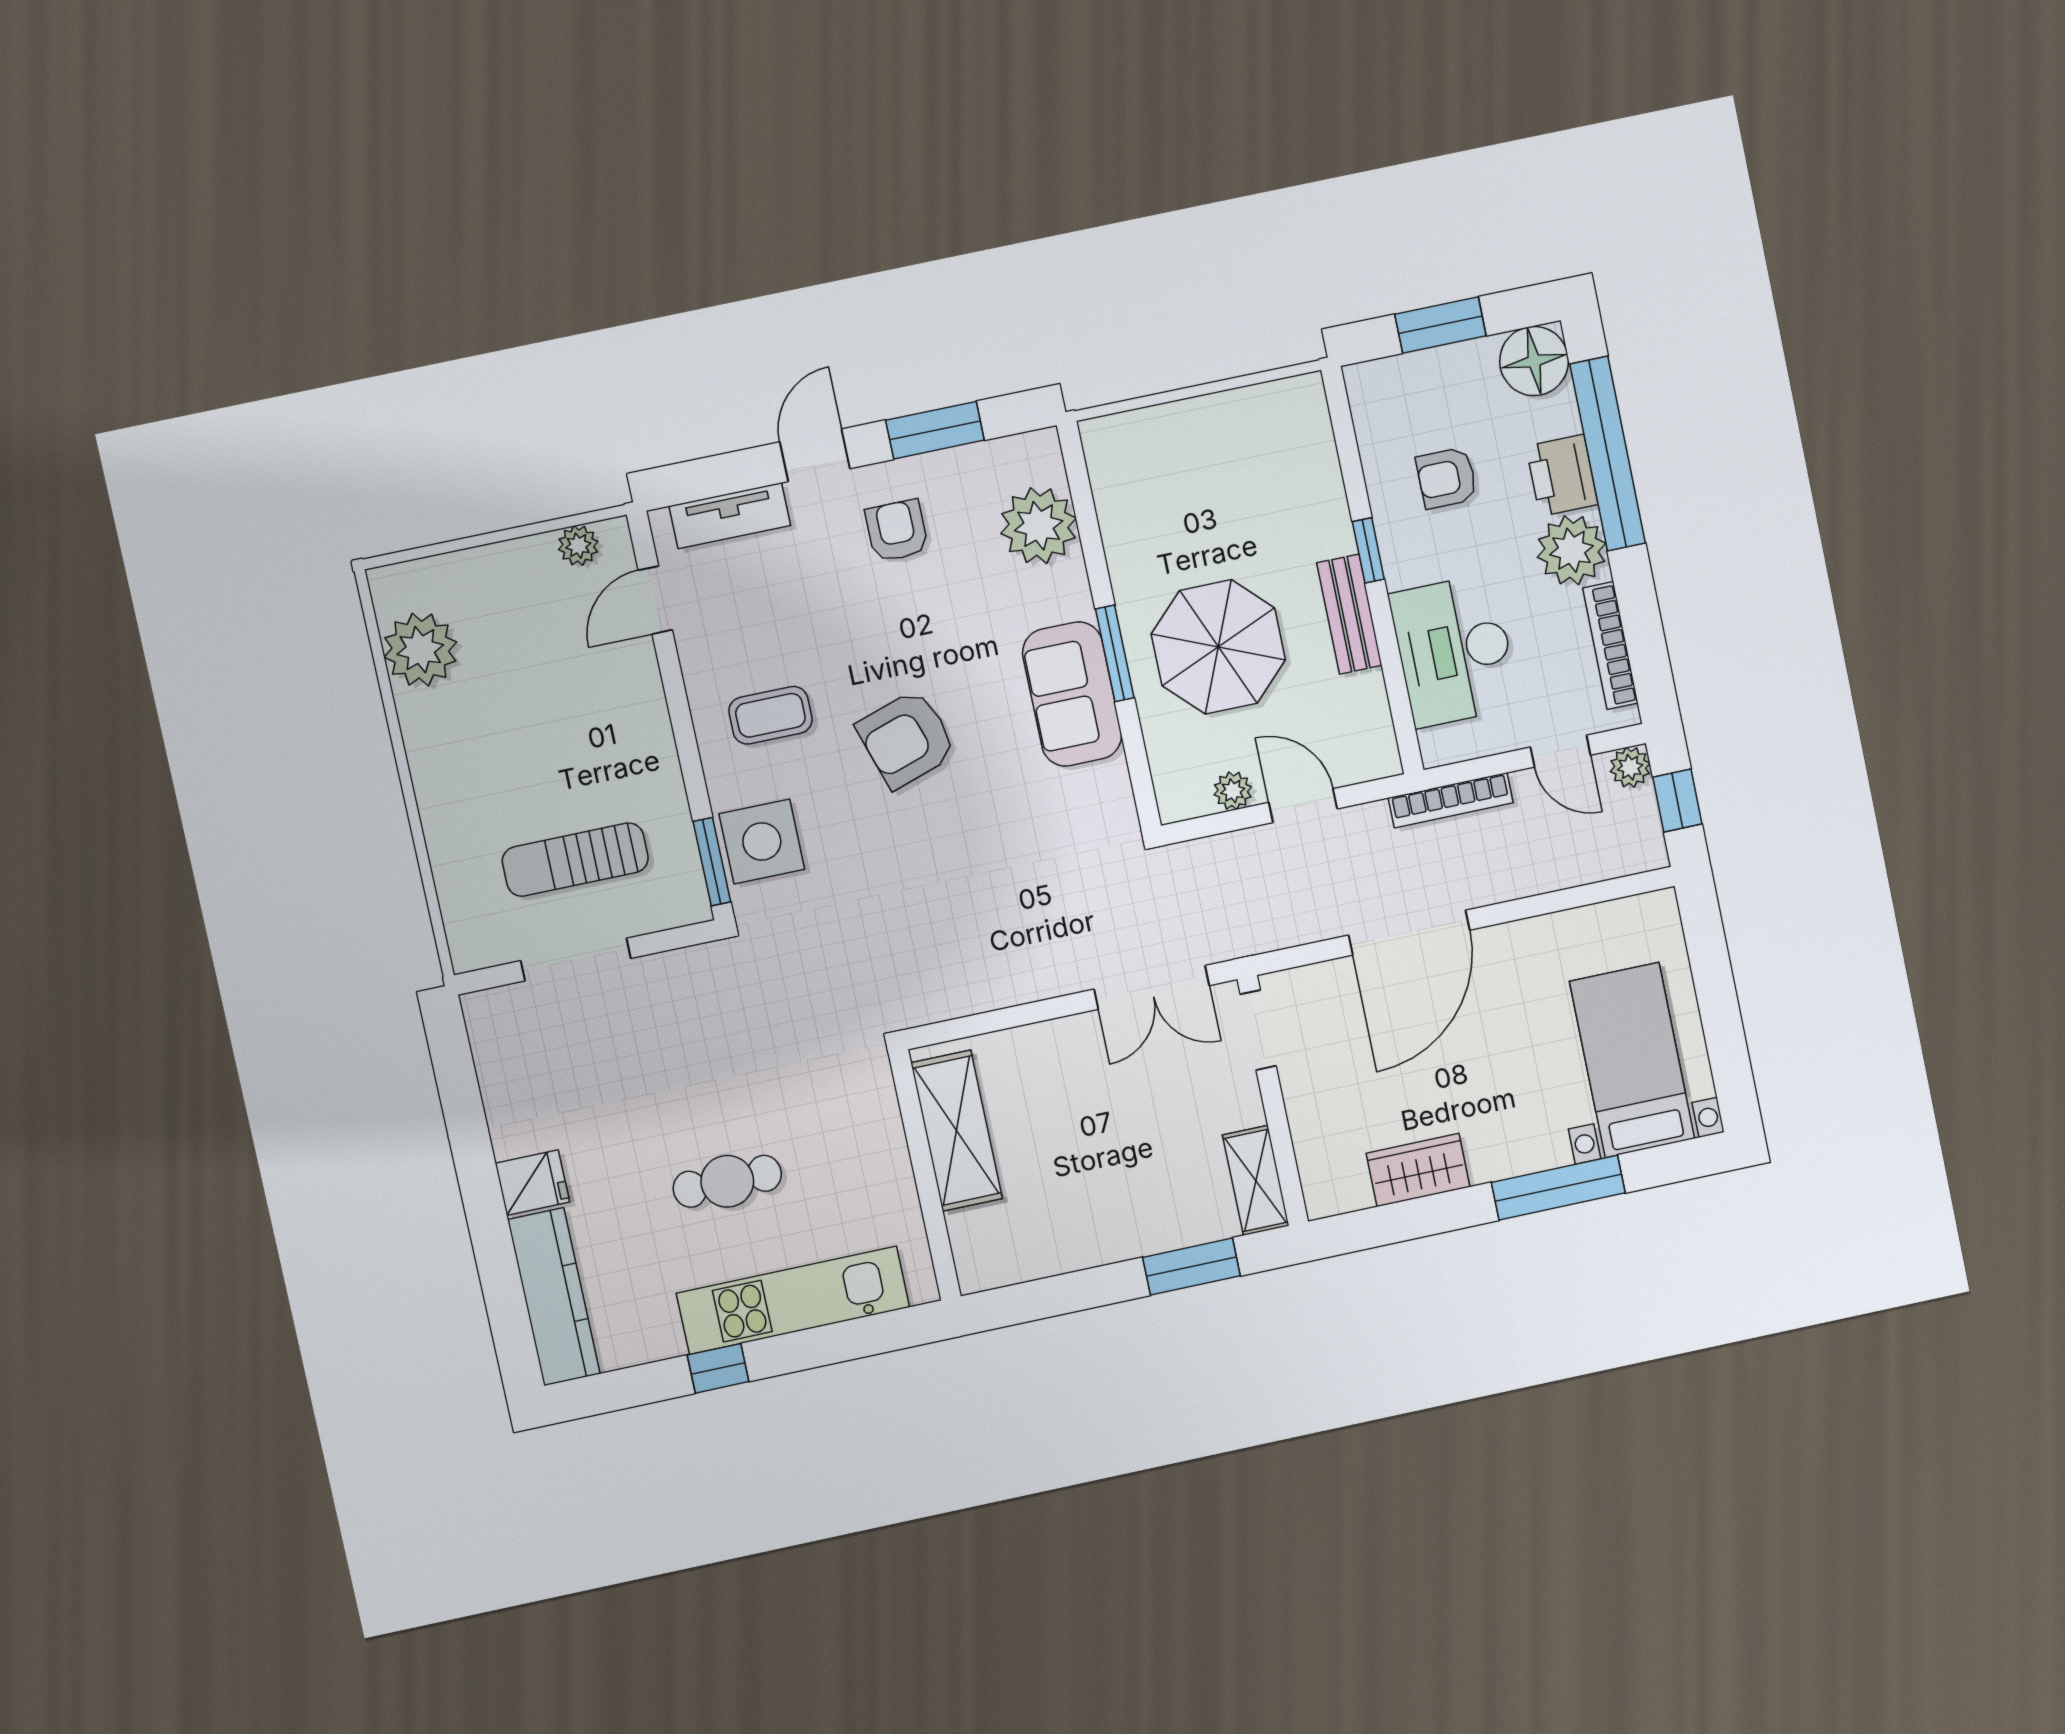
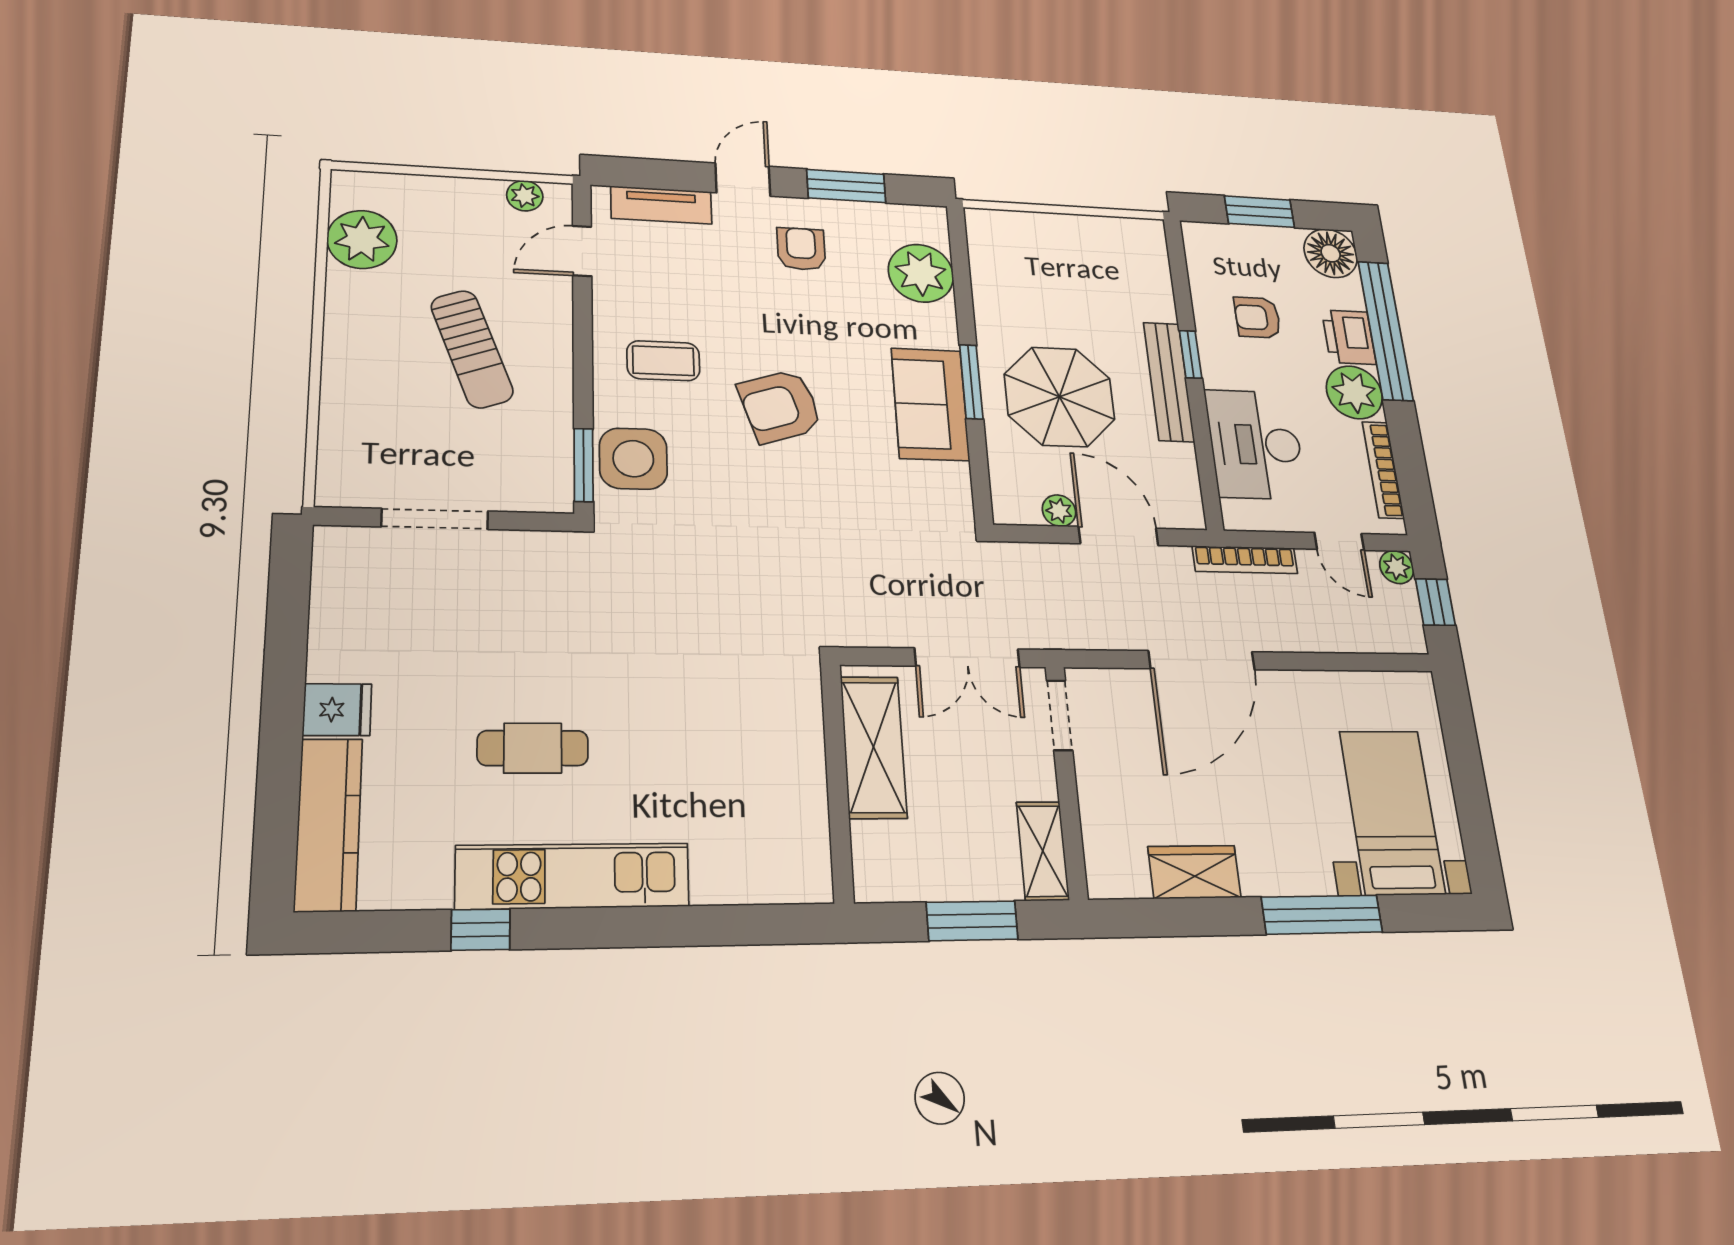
bench: (1349, 614) -> (1169, 382), width x1.36
door: (1303, 806) -> (1118, 536), width x1.38
sun lounger: (575, 860) -> (472, 349), moved, turned -110
shelving: (957, 1131) -> (874, 747), moved
wall: (925, 1175) -> (837, 781), moved

